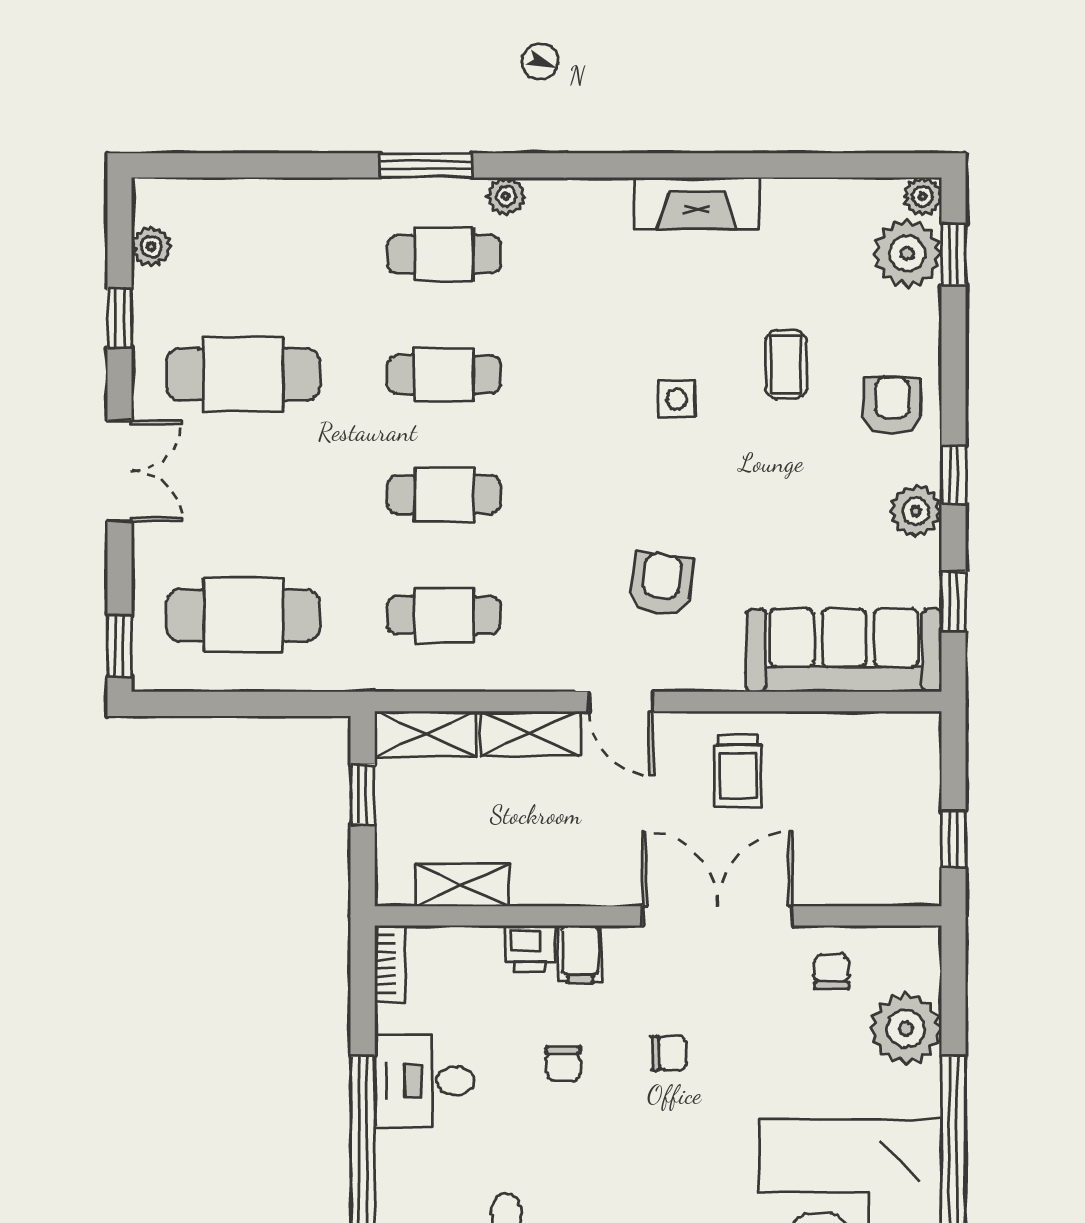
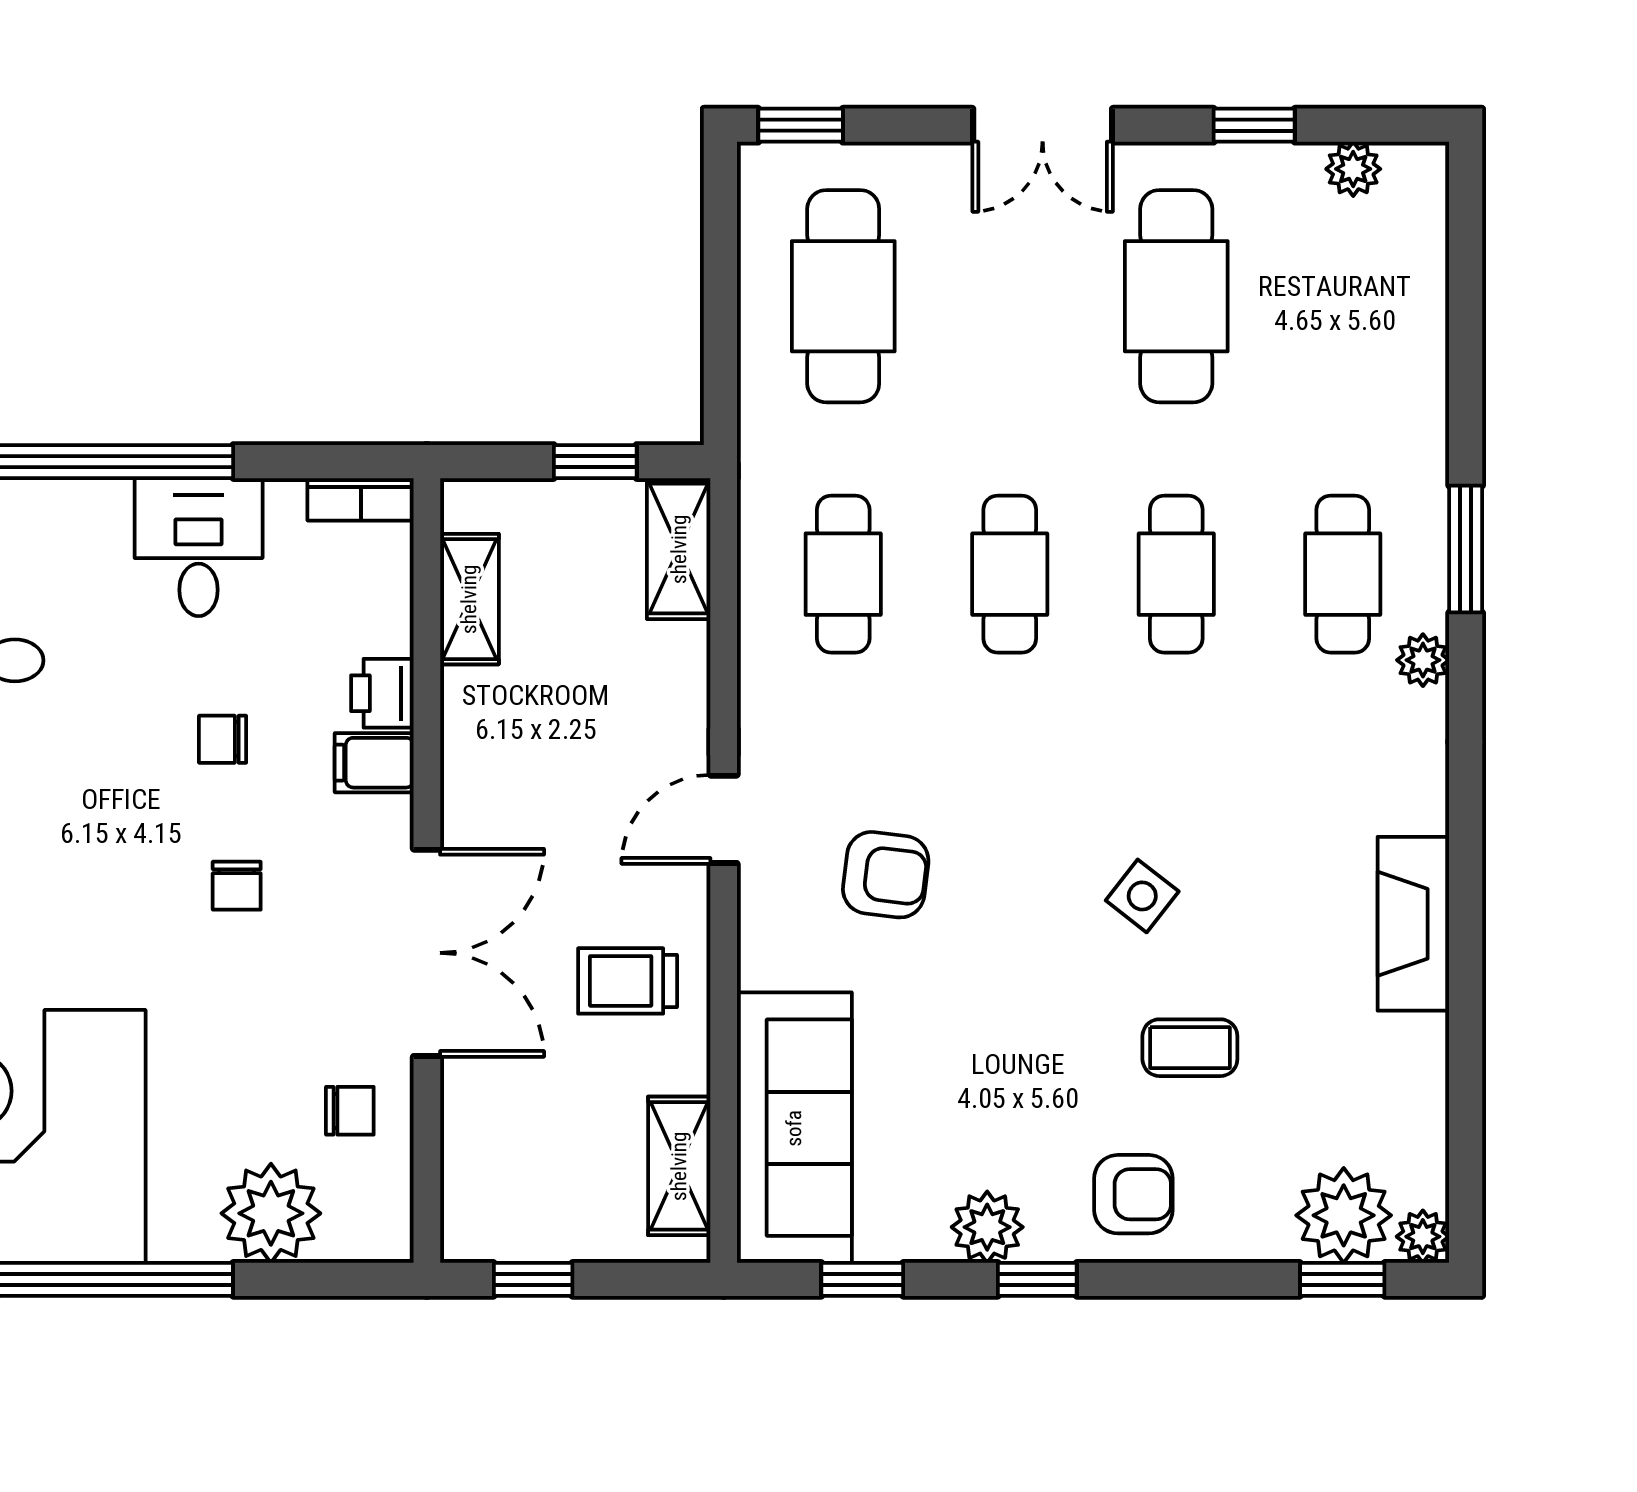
side table: (677, 399) -> (1142, 896), turned 38
shelving: (530, 734) -> (679, 1166), moved

